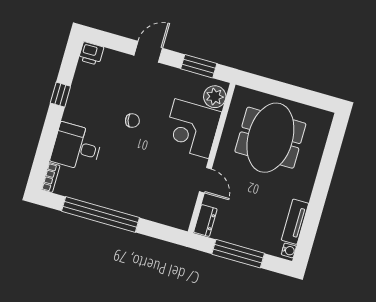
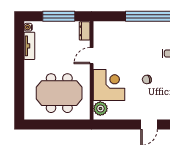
window: (199, 66) -> (116, 124), removed
meeting table: (270, 138) -> (59, 93), turned 90
door: (205, 180) -> (92, 56), hinge flipped

